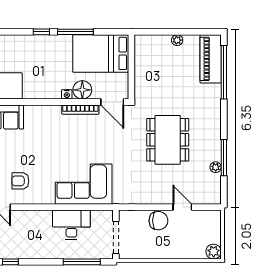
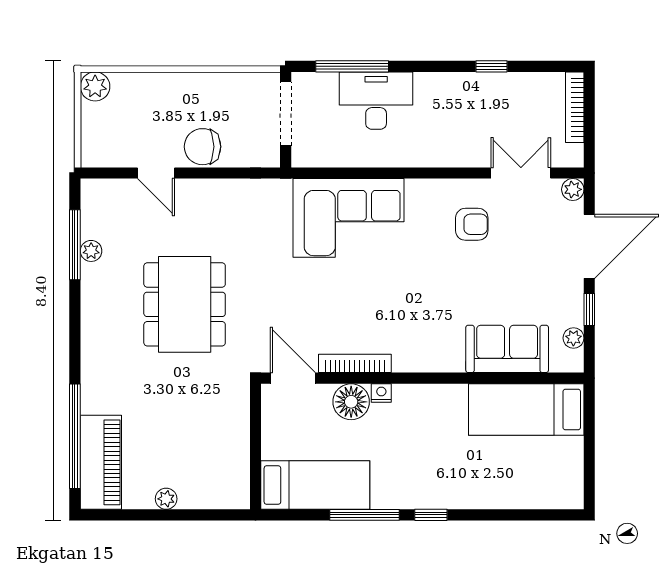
bed: (101, 53) -> (315, 485), width x0.67
window: (224, 158) -> (75, 245), moved
desk: (71, 225) -> (376, 101), moved, turned 180

